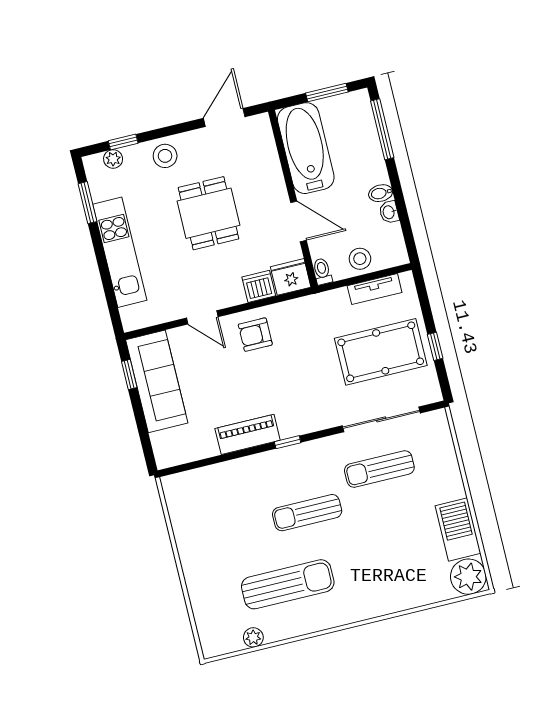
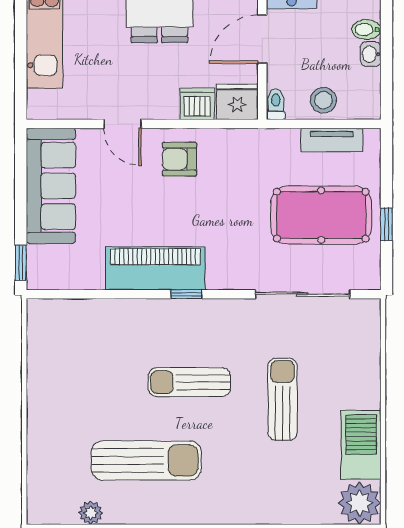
door: (298, 221) -> (262, 39), swing flipped
window: (129, 374) -> (21, 263), moved
piano: (248, 434) -> (155, 268), width x1.37, depth x1.33
sun lounger: (379, 469) -> (282, 399), moved, turned 90

